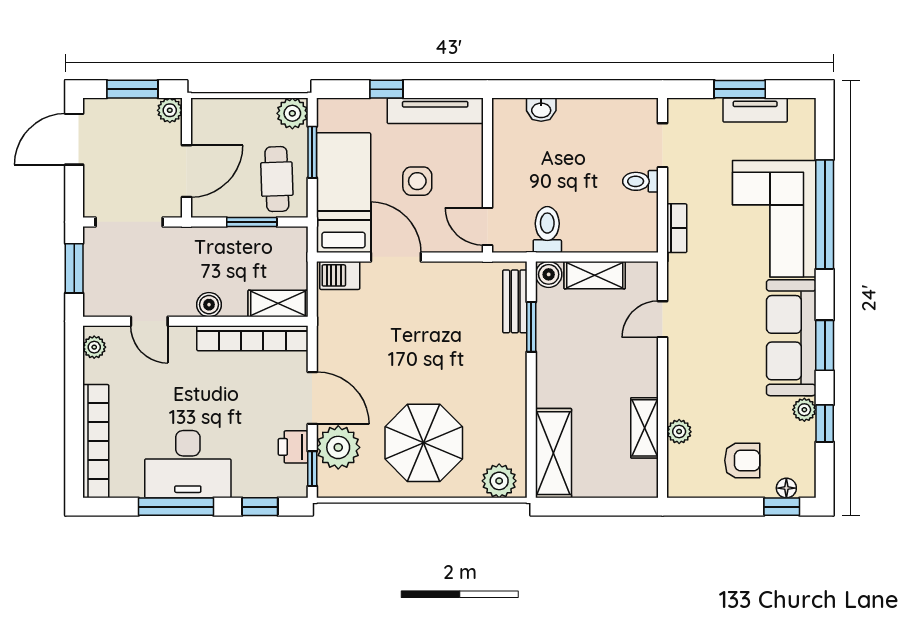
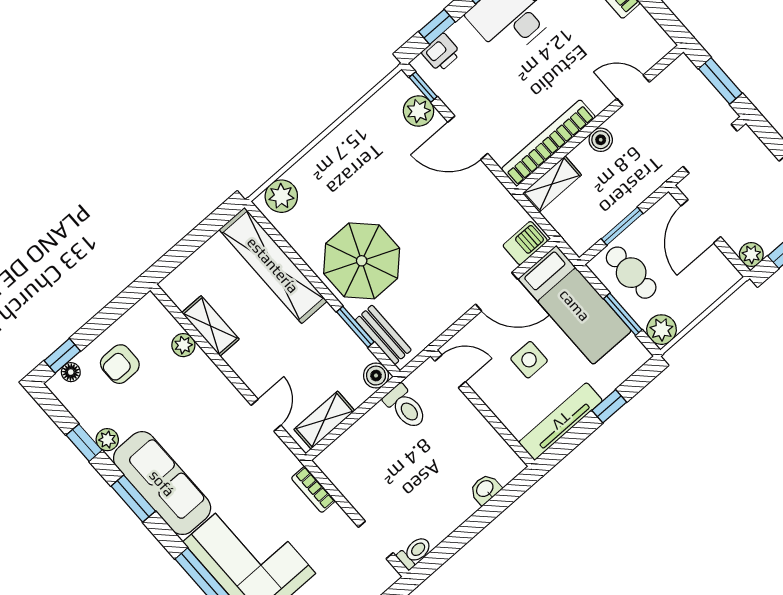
toilet: (641, 181) -> (415, 552), moved
shelving: (595, 275) -> (324, 420), moved
plant: (94, 347) -> (656, 37), removed
parasol: (424, 443) -> (362, 261), moved
printer: (293, 447) -> (441, 53), moved, turned 90
plant: (338, 447) -> (418, 111), width x0.73, depth x0.73
shelving: (553, 453) -> (273, 265), width x1.47

